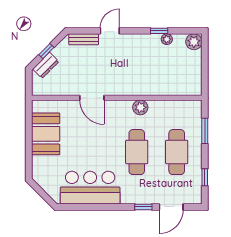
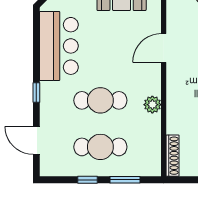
shoe rack: (184, 90) -> (173, 156), added
window: (205, 177) -> (88, 180), moved
window: (143, 207) -> (36, 93), moved

